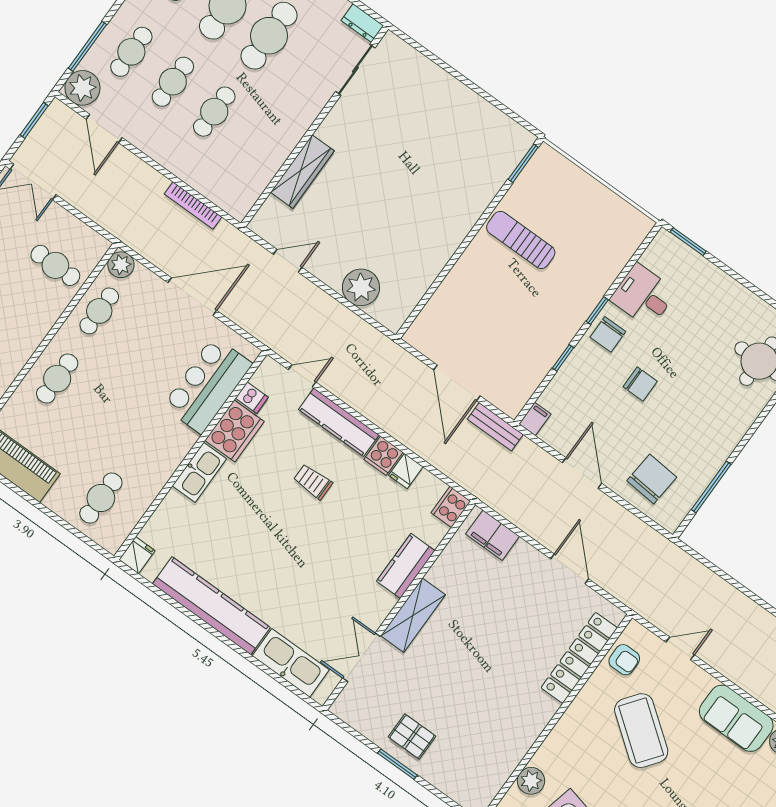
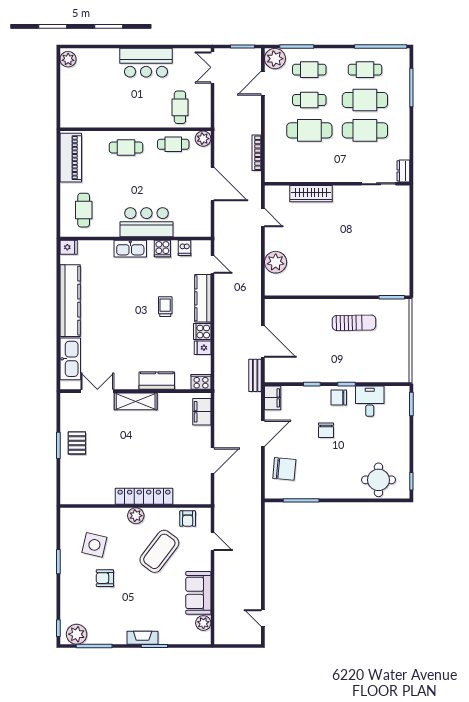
cafe table: (214, 112) -> (309, 130), width x1.37, depth x1.35
sun lounger: (521, 240) -> (354, 323), turned 89
door: (457, 383) -> (263, 342), swing flipped
bar counter: (207, 385) -> (146, 222), moved
filing cabinet: (535, 419) -> (273, 398), width x2.00
cooker: (234, 431) -> (162, 249), width x0.53, depth x0.76
cafe table: (101, 498) -> (84, 210), turned 90
locker: (579, 658) -> (144, 496), moved
plant: (531, 781) -> (136, 516), moved

